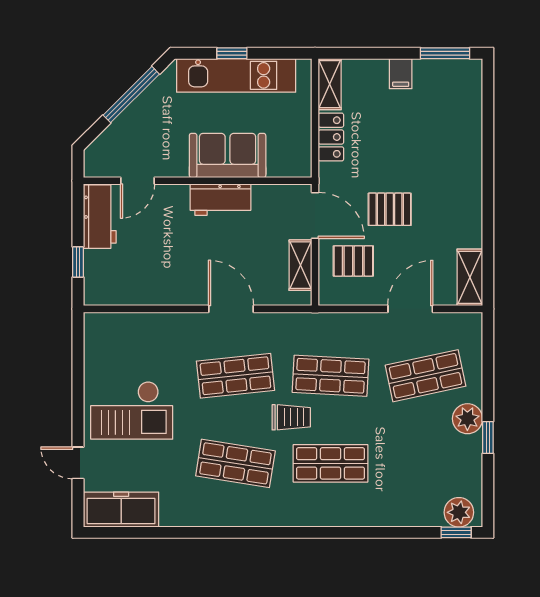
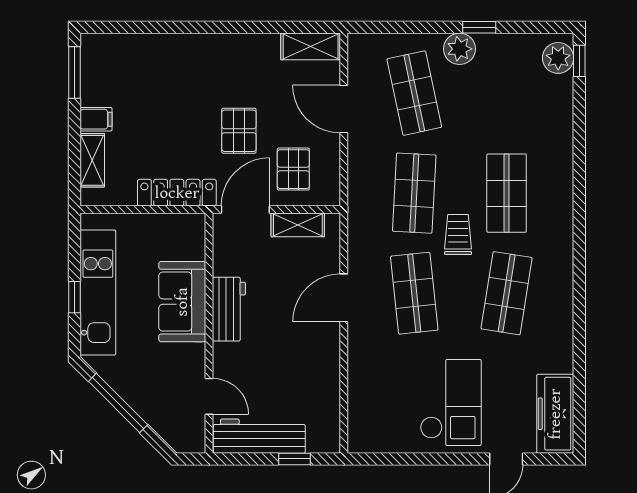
shelving: (330, 84) -> (92, 160), moved, turned 90
locker: (331, 137) -> (177, 193), width x1.53
workbench: (100, 217) -> (259, 436), width x1.37

